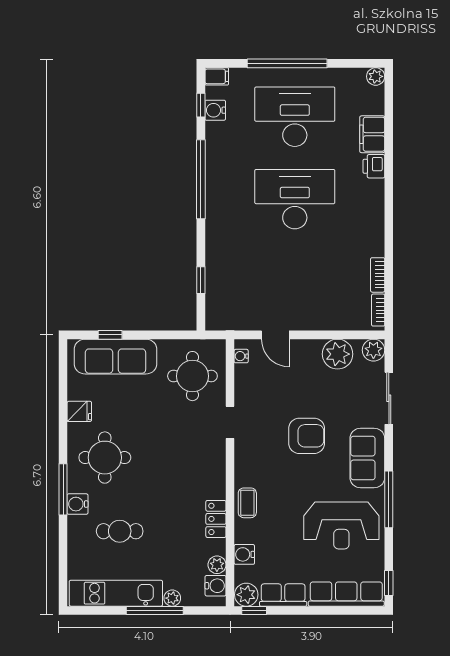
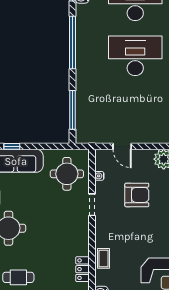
window: (201, 280) -> (72, 110), width x2.17
water cooler: (241, 356) -> (99, 176), moved
armchair: (307, 436) -> (137, 195), moved

